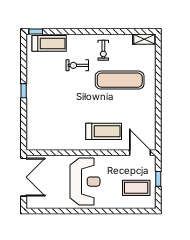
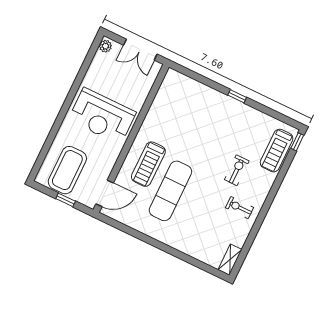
exercise mat: (120, 80) -> (170, 191), moved
double door: (24, 177) -> (140, 50), width x0.73
coffee table: (136, 188) -> (67, 170), width x1.36, depth x1.32
plant: (33, 204) -> (105, 46), added

